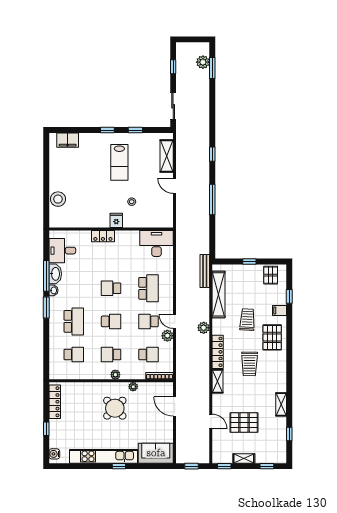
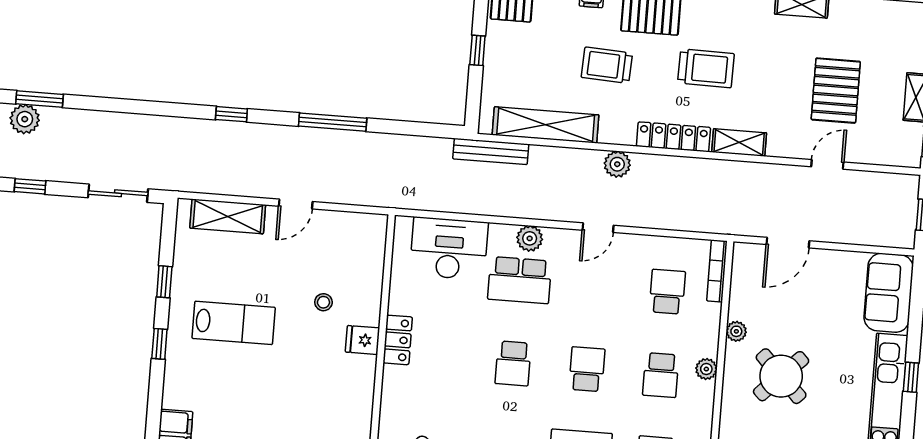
locker: (103, 236) -> (398, 340), moved
desk: (157, 243) -> (449, 248), moved, turned 90
school desk: (148, 288) -> (520, 280), turned 180
school desk: (148, 321) -> (593, 286), removed
plant: (167, 336) -> (530, 238), moved

